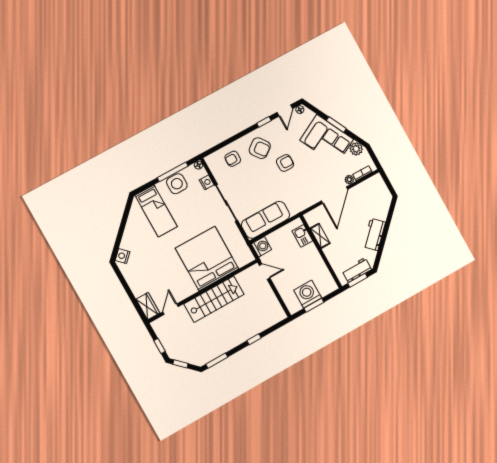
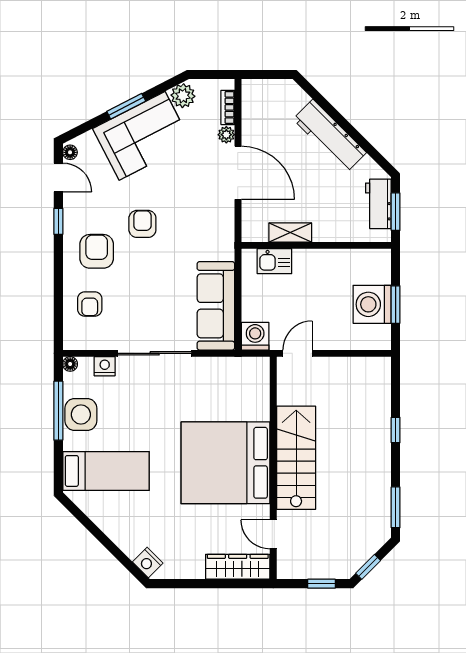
armchair: (260, 148) -> (97, 251), turned -53
workbench: (374, 234) -> (330, 136), width x1.38
bed: (207, 258) -> (225, 463), moved
wardrobe: (148, 306) -> (238, 567), width x1.50

